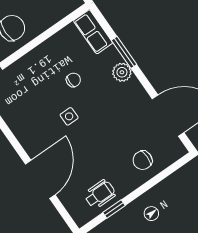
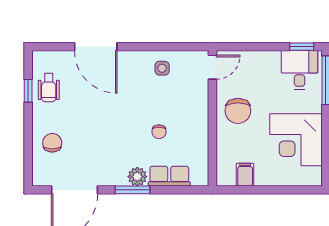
row of seats: (93, 32) -> (169, 176), moved
window: (124, 52) -> (132, 190), moved
side table: (69, 116) -> (162, 68), moved

